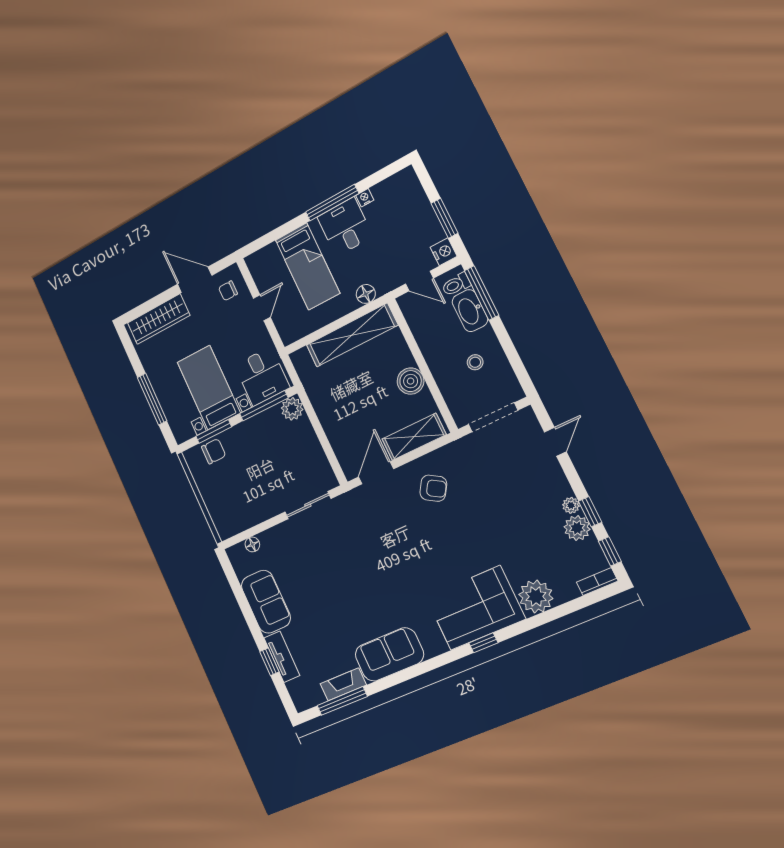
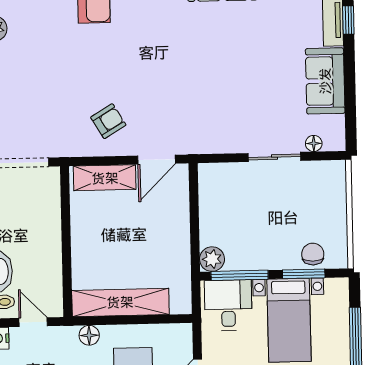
stool: (475, 362) -> (17, 221), removed
boiler: (411, 381) -> (84, 232), removed
chair: (214, 451) -> (313, 254), turned 90
armchair: (433, 488) -> (108, 121), turned 117
sliding door: (308, 505) -> (274, 157), moved

